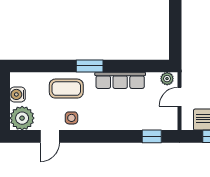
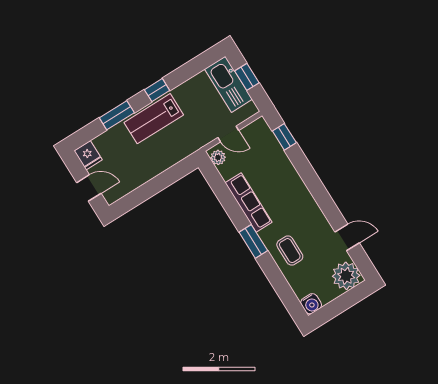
coffee table: (66, 89) -> (290, 251), width x0.73, depth x0.77
water cooler: (18, 94) -> (311, 304), moved
side table: (71, 118) -> (316, 227), removed

